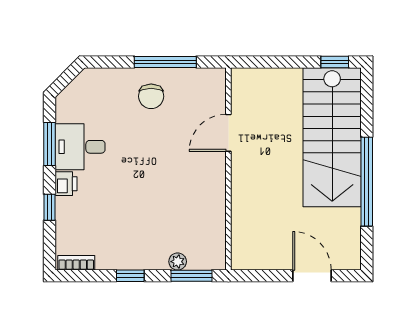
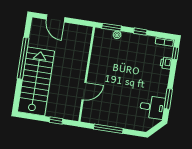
window: (335, 62) -> (56, 121), moved
chair: (151, 96) -> (117, 114), removed
desk: (80, 147) -> (152, 107), moved
printer: (66, 184) -> (166, 63), moved
window: (49, 207) -> (175, 53), moved

